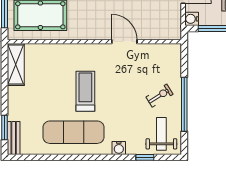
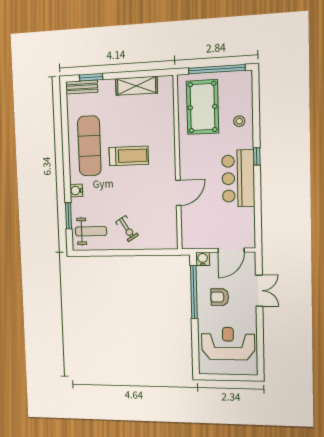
shelving: (16, 65) -> (137, 86), moved
window: (184, 104) -> (120, 253), removed
window: (145, 157) -> (69, 216), width x1.50

